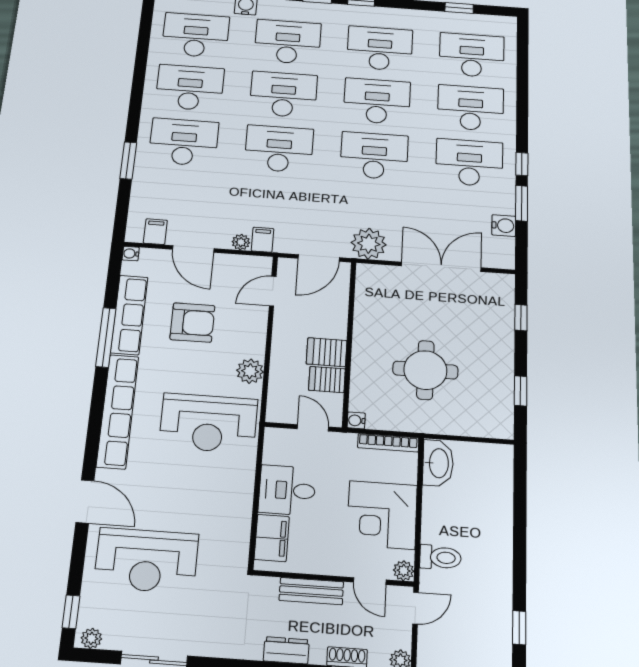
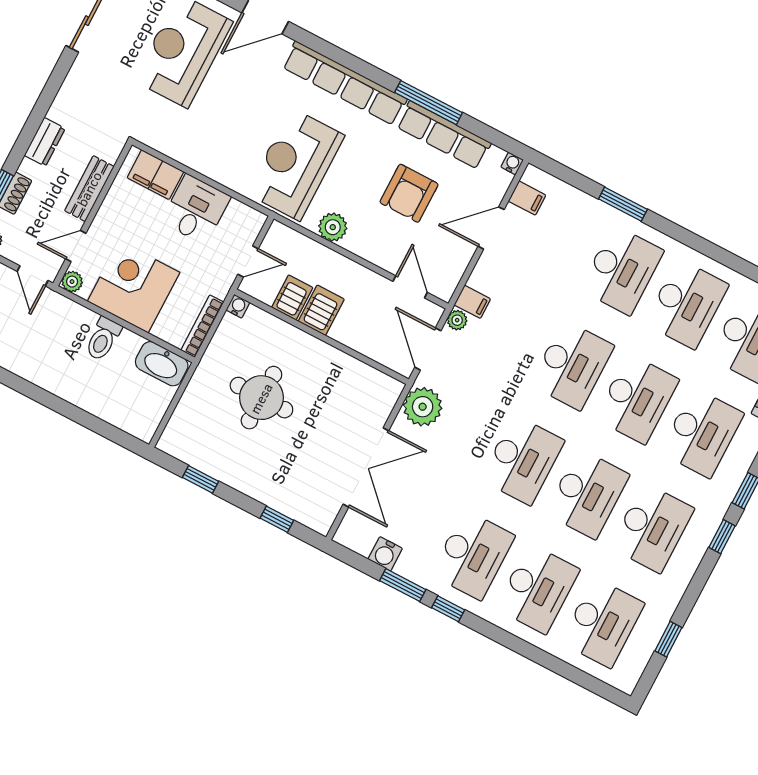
plant: (241, 242) -> (457, 320), moved
toilet: (440, 557) -> (103, 339), moved

